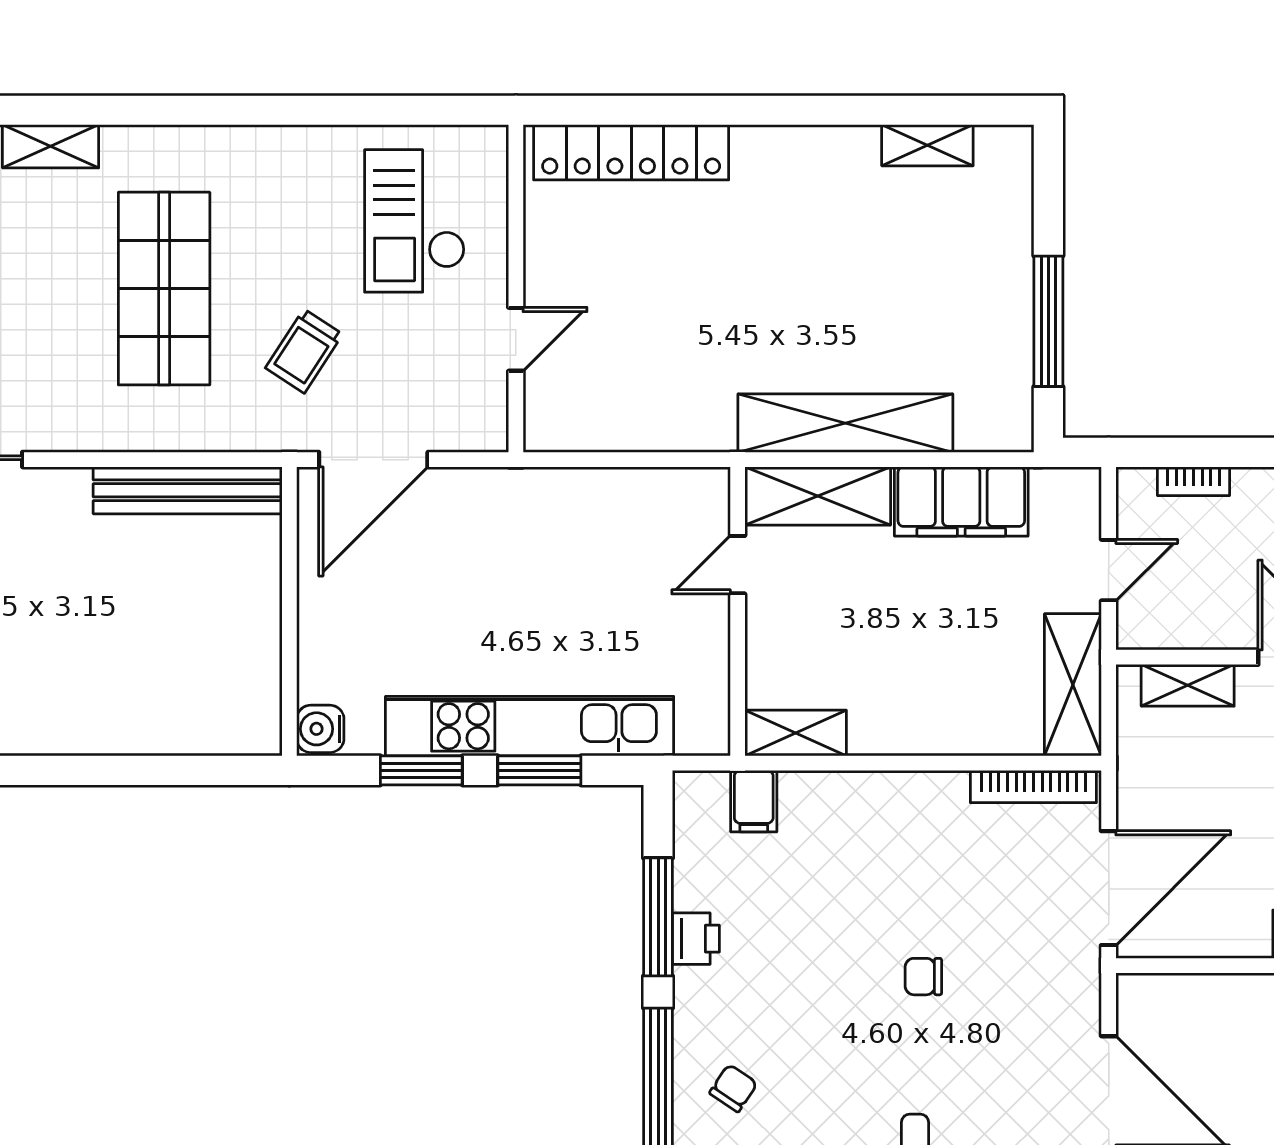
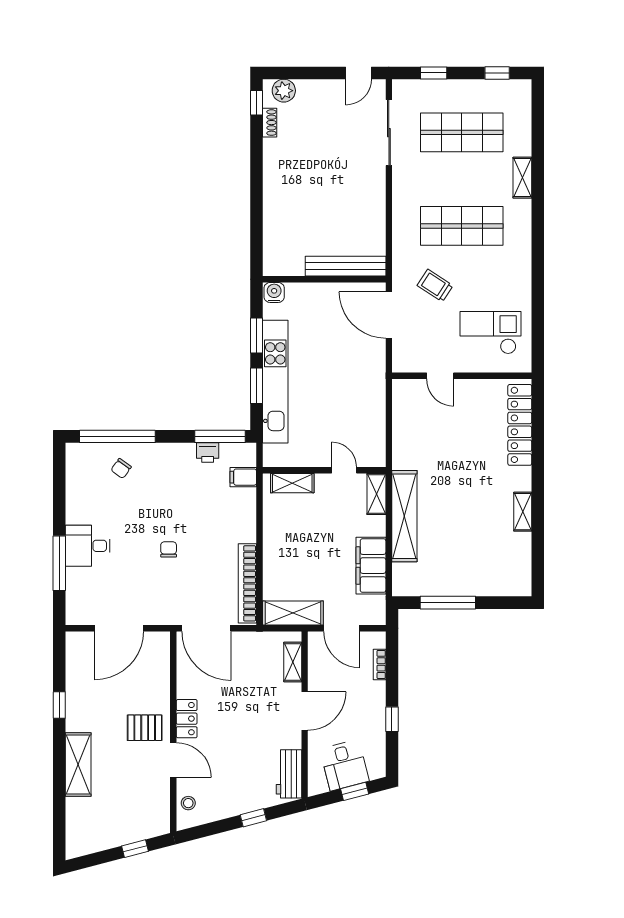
shelving: (927, 145) -> (523, 512), moved
bench: (188, 490) -> (346, 266), moved, turned 90
shelving: (818, 496) -> (376, 494), width x0.67, depth x0.75
door: (1109, 570) -> (342, 628), width x1.38
shelving: (796, 733) -> (292, 483), moved, turned 90
bookcase: (1033, 787) -> (247, 583), width x1.48, depth x1.31
window: (658, 917) -> (220, 436), moved
printer: (696, 939) -> (208, 452), moved
chair: (733, 1088) -> (121, 468), turned 92

